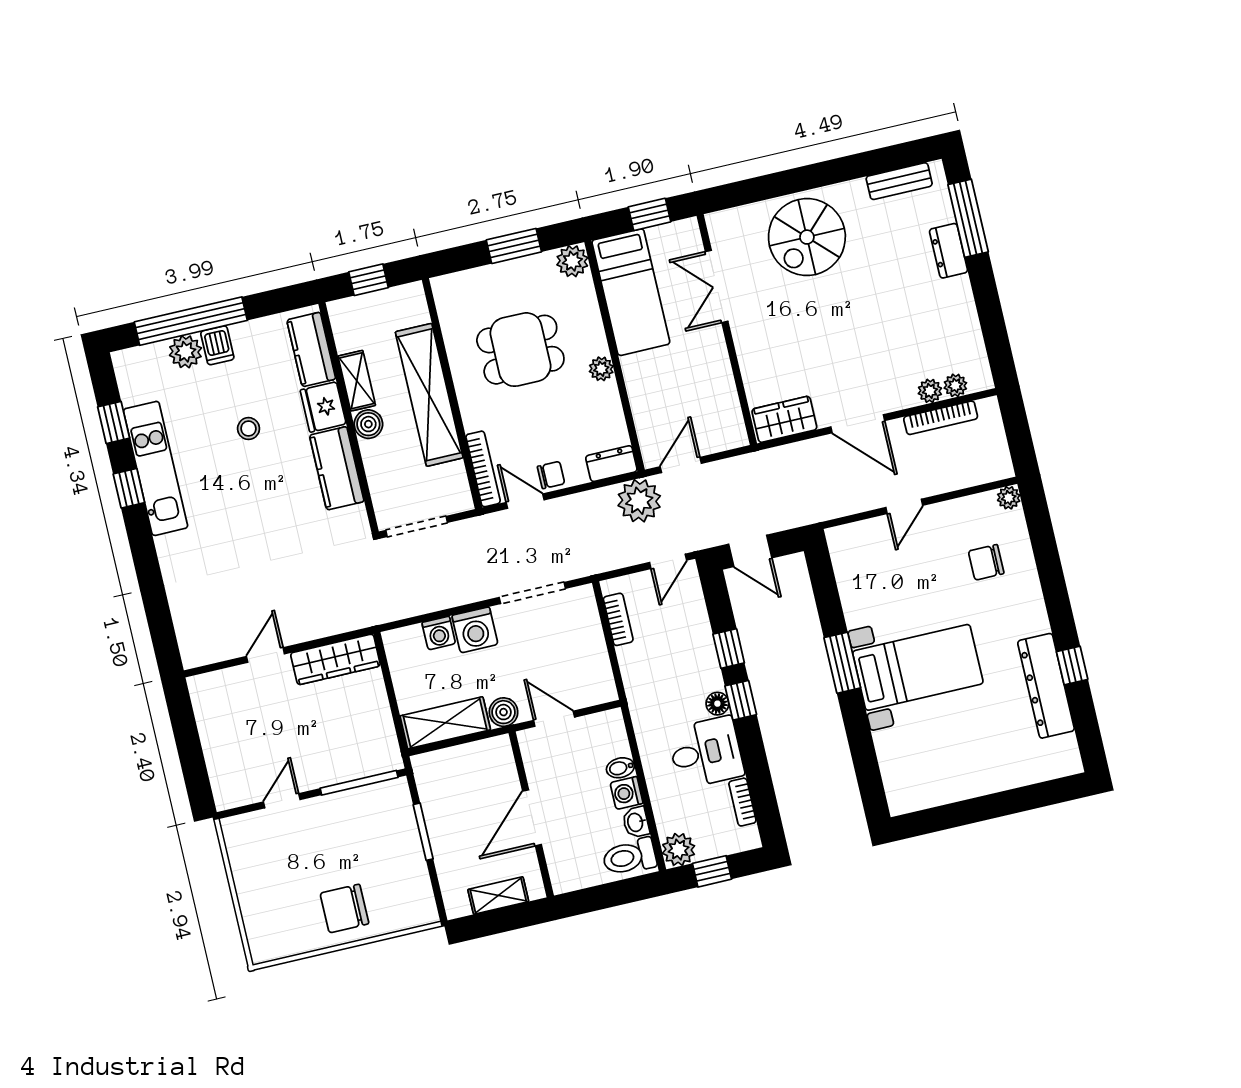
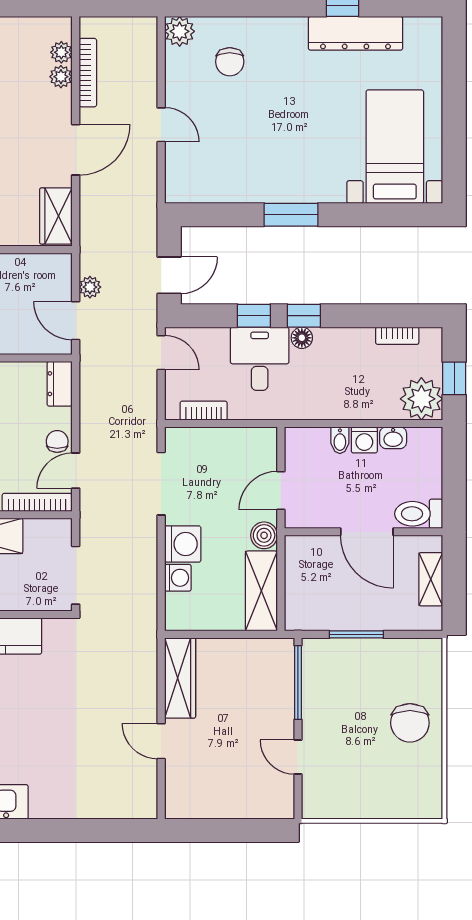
plant: (1009, 498) -> (180, 31), width x1.38, depth x1.38
plant: (639, 501) -> (90, 287), moved, width x0.53, depth x0.53
bed with nightstands: (918, 667) -> (395, 147), moved
desk: (706, 752) -> (260, 359), moved
plant: (679, 850) -> (421, 399), width x1.36, depth x1.36
toilet: (629, 857) -> (419, 514), moved, turned 90

